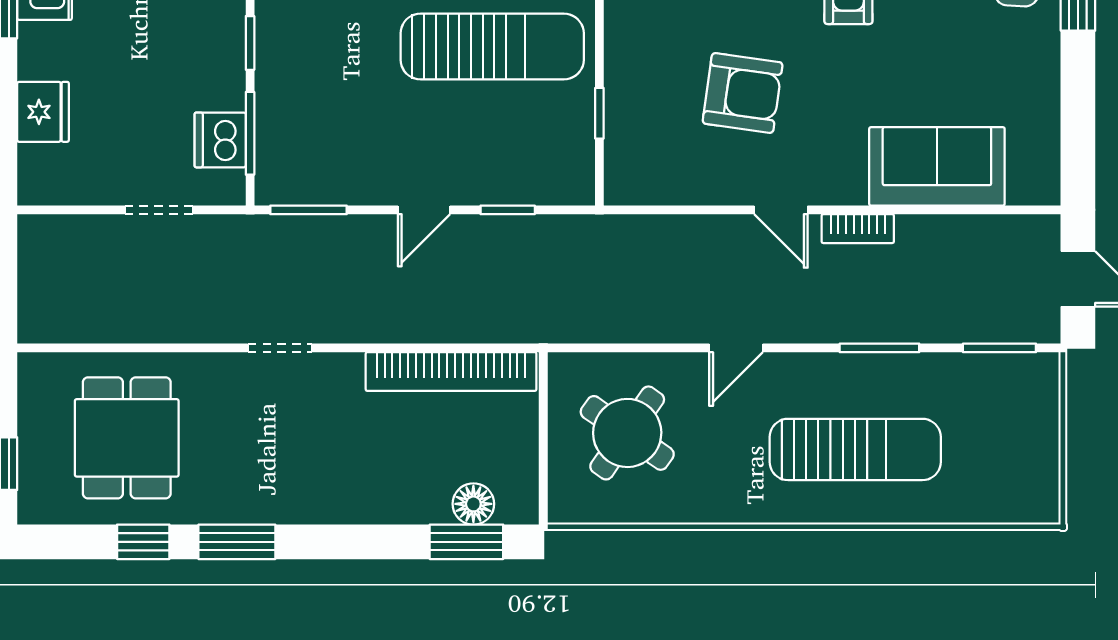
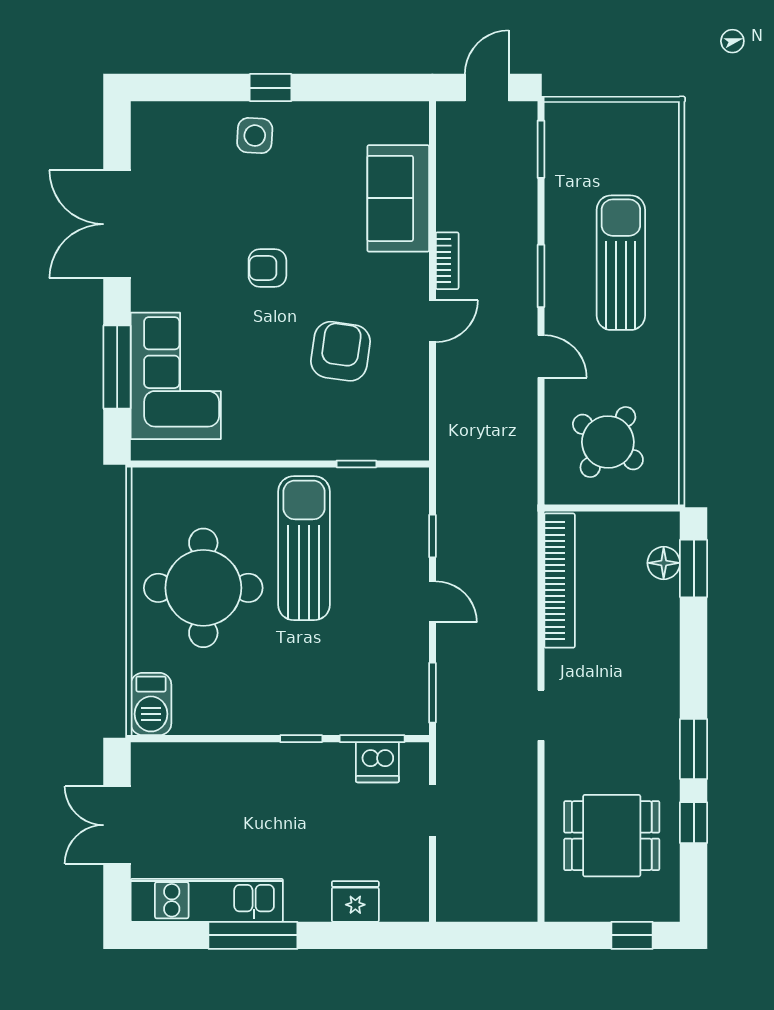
window: (879, 348) -> (541, 276), moved

